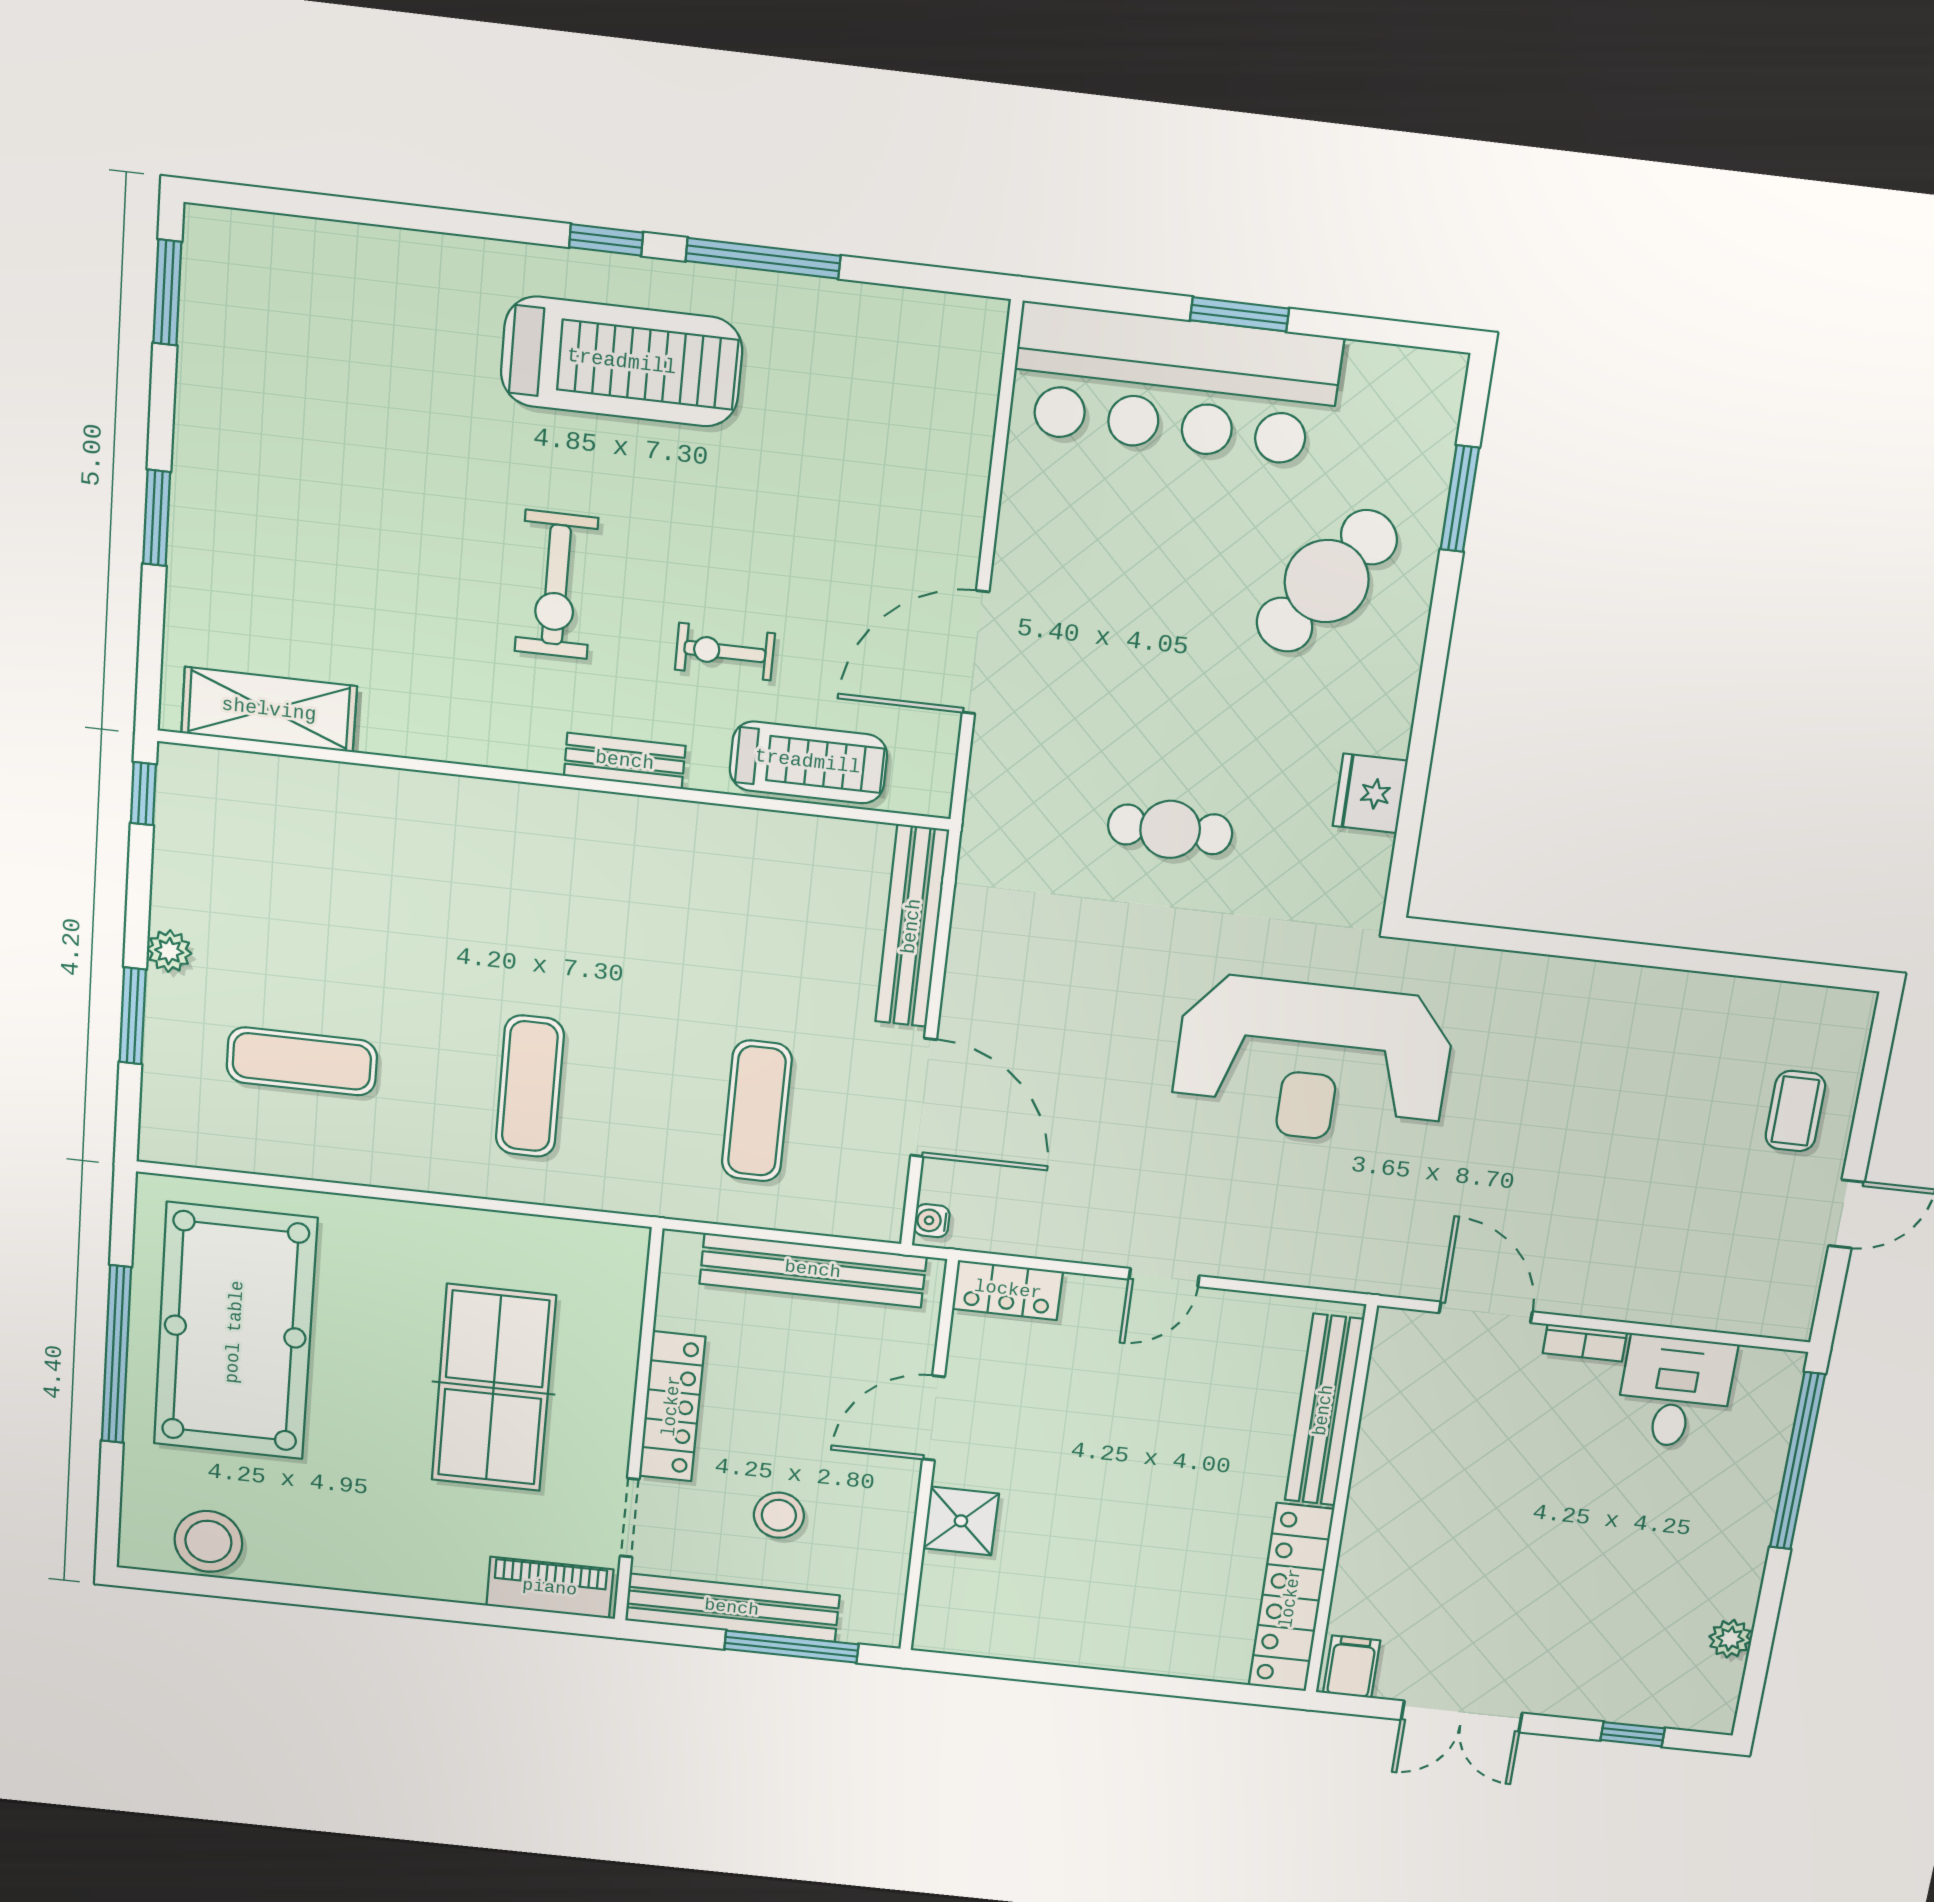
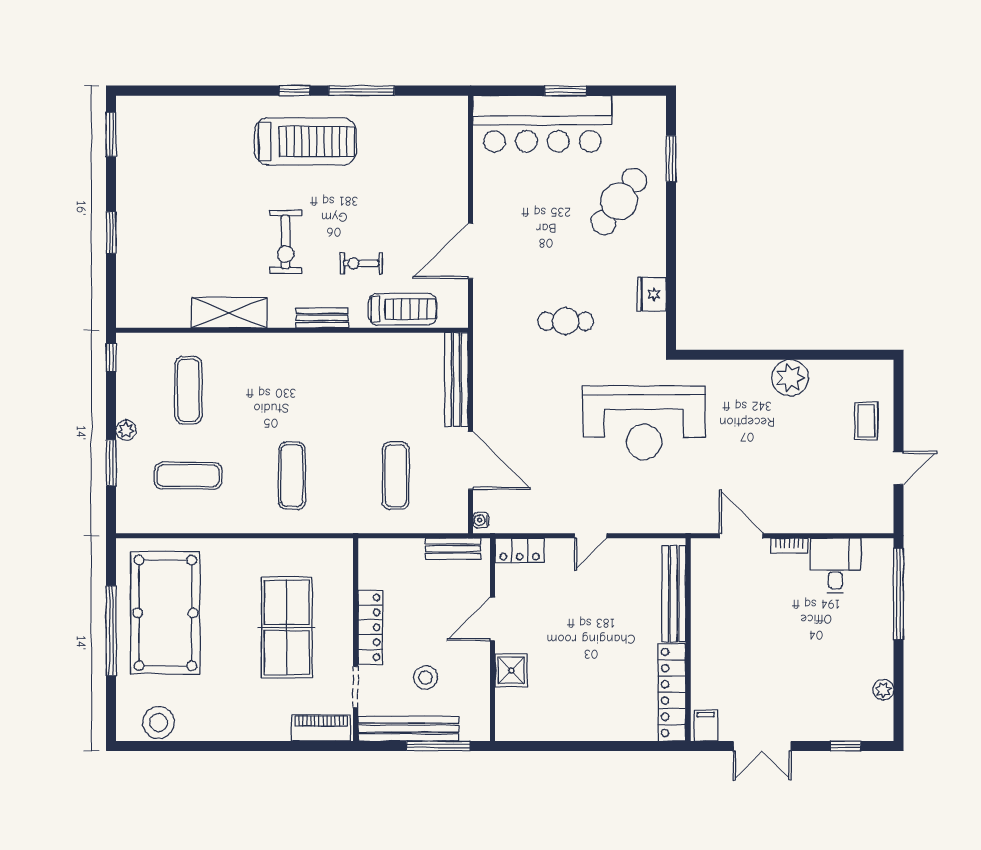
shelving: (269, 710) -> (229, 313), moved
exercise mat: (313, 883) -> (188, 390), added
plant: (1647, 1004) -> (790, 378), added
bench: (813, 1270) -> (453, 549), width x0.54, depth x0.82

